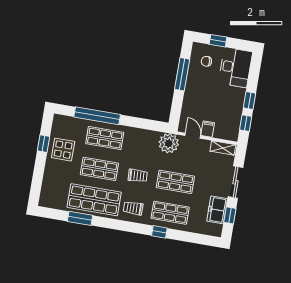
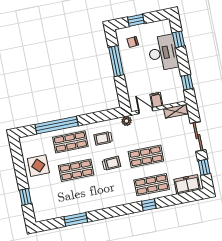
desk: (235, 67) -> (163, 53), moved
window: (250, 101) -> (179, 39), moved
plant: (169, 143) -> (127, 121), width x0.53, depth x0.53
window: (43, 144) -> (25, 197), moved
shop shelf: (94, 200) -> (82, 199), removed
trolley: (133, 208) -> (103, 138), moved
freezer: (217, 210) -> (187, 184), moved, turned 90

